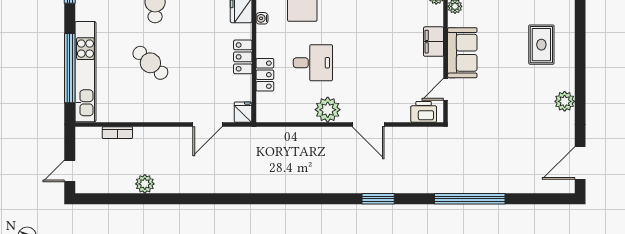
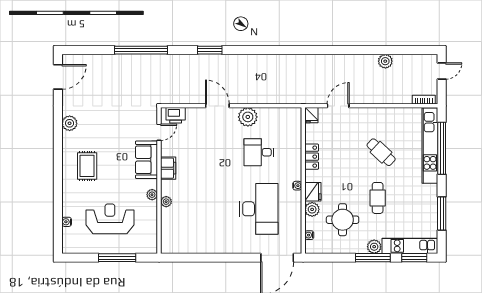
locker: (265, 75) -> (295, 143), removed
bookcase: (117, 133) -> (424, 100), moved

